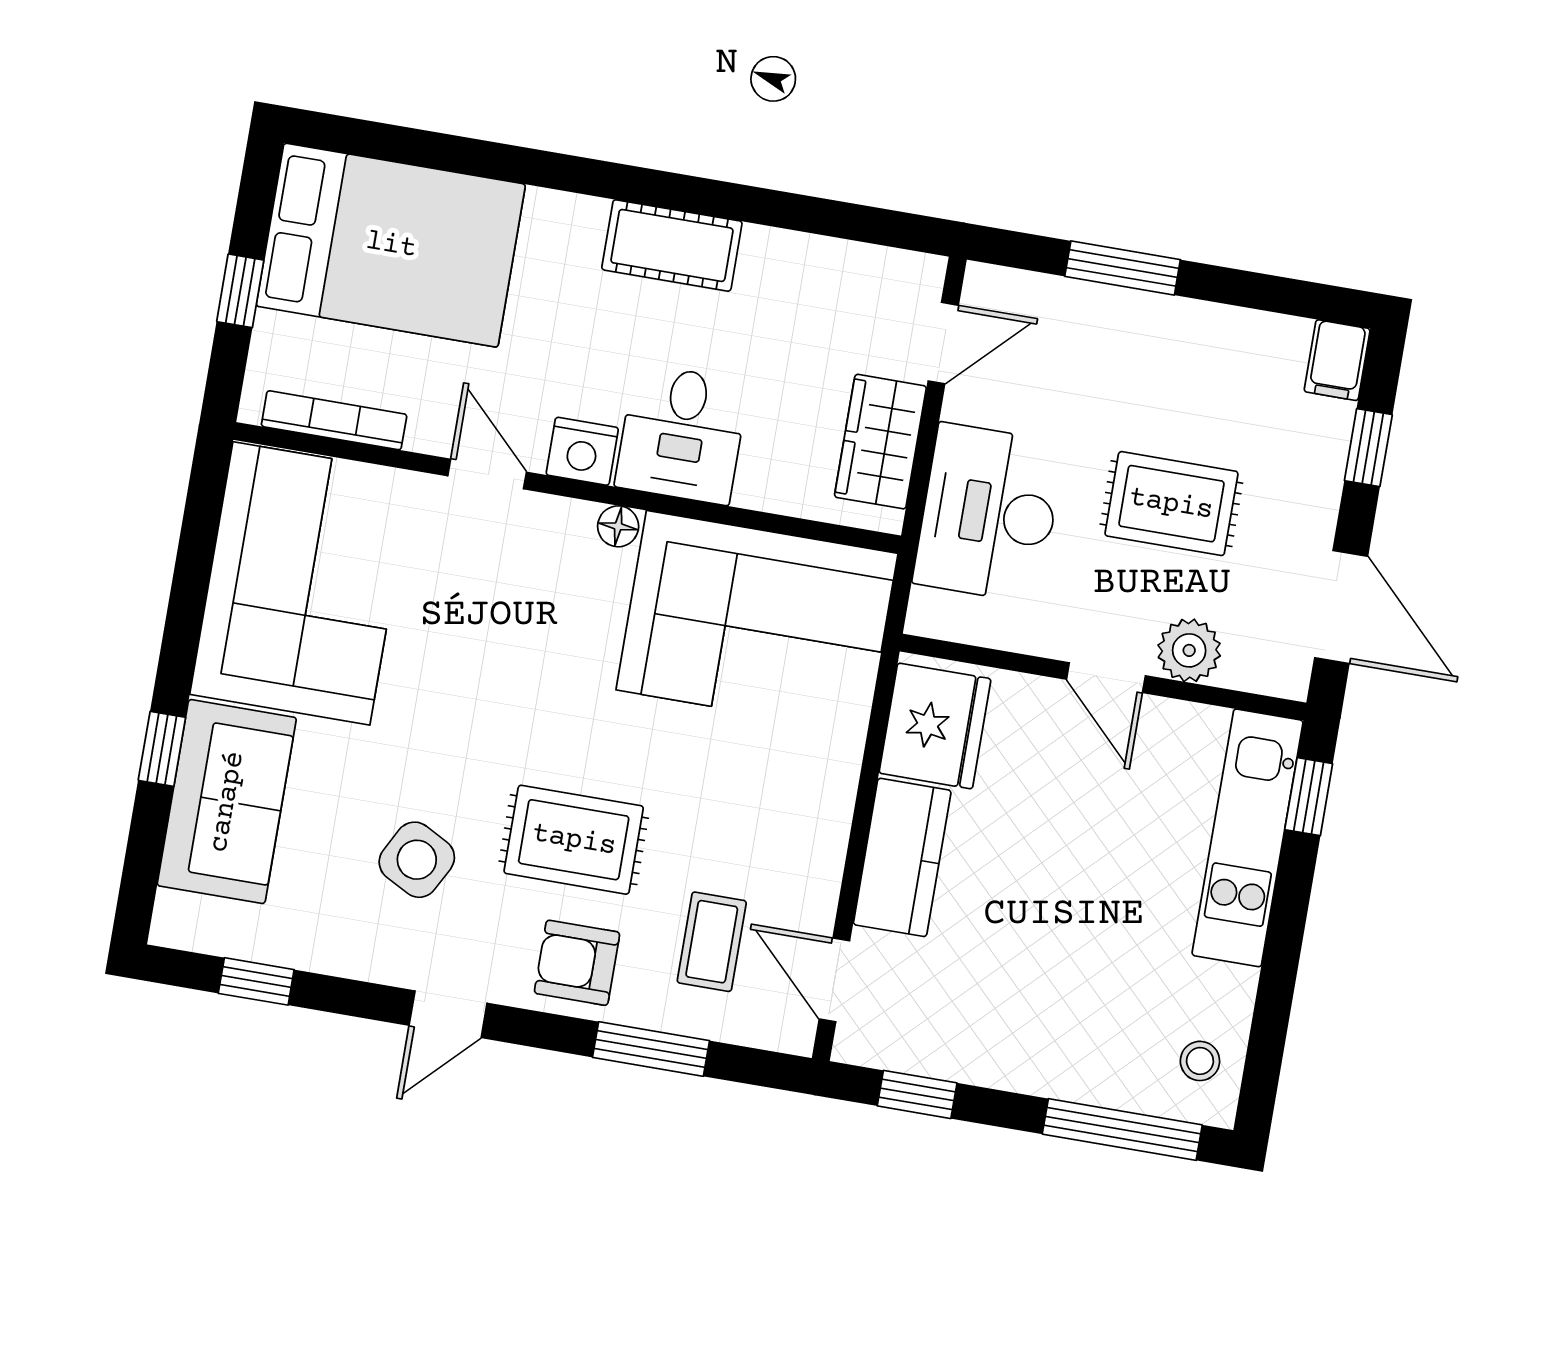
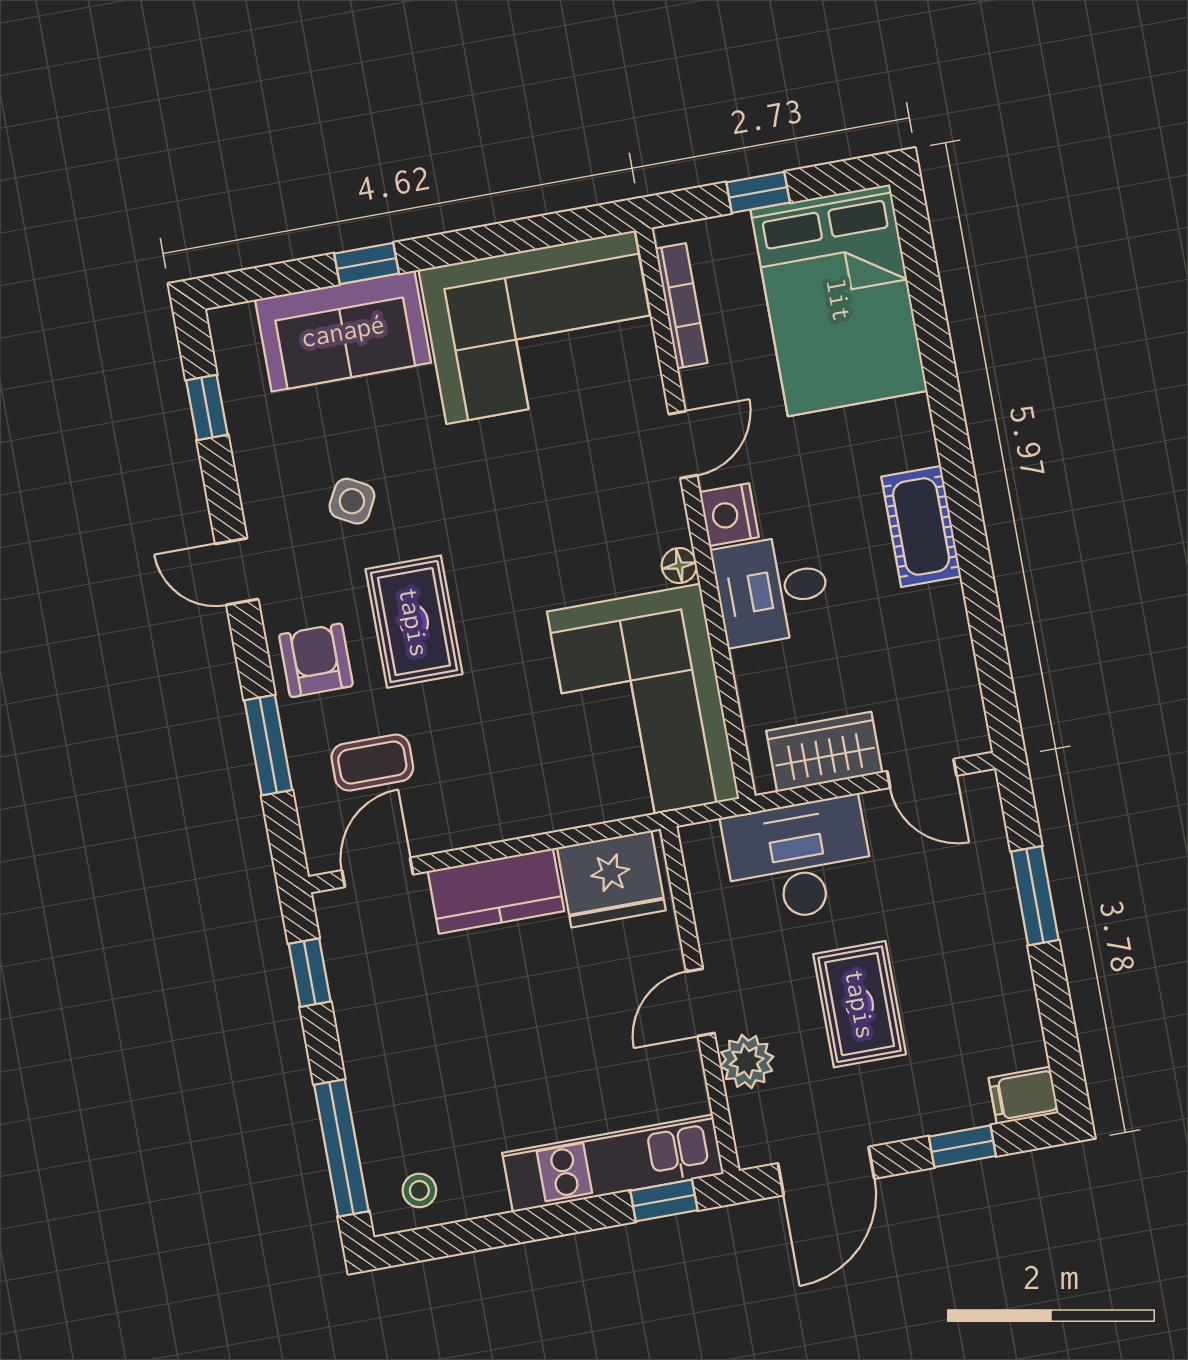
side table: (417, 860) -> (352, 501), width x0.73, depth x0.73

